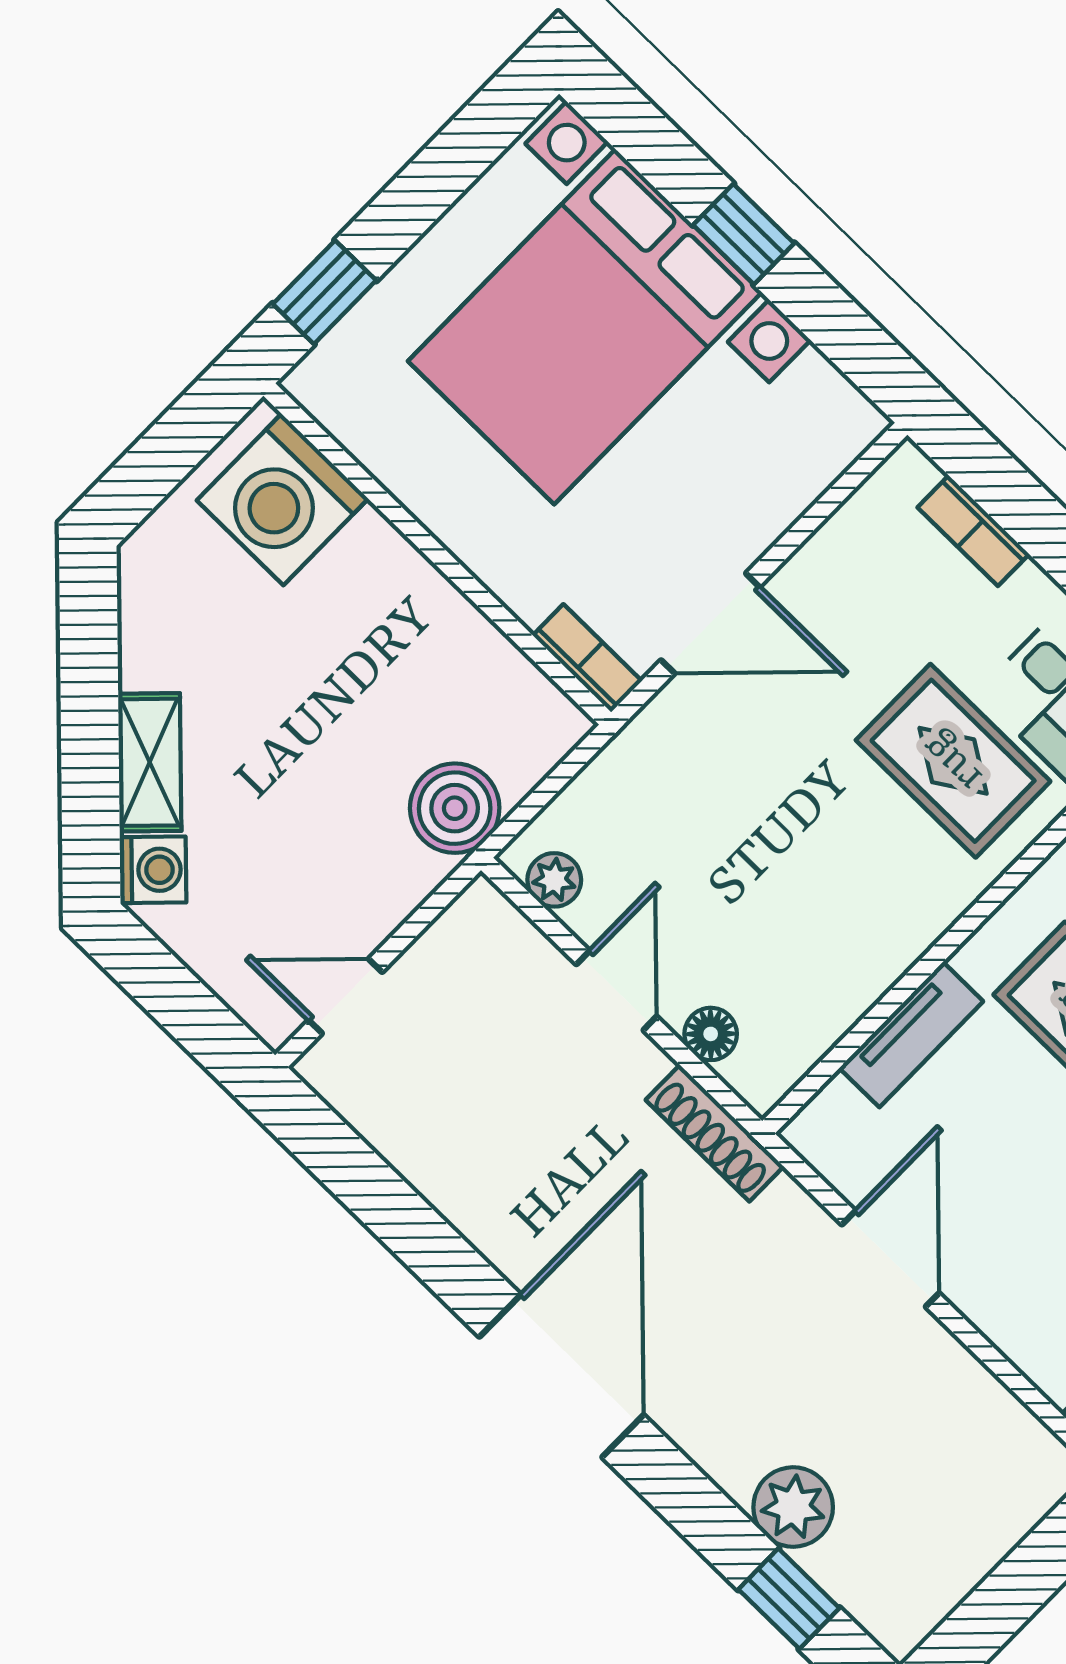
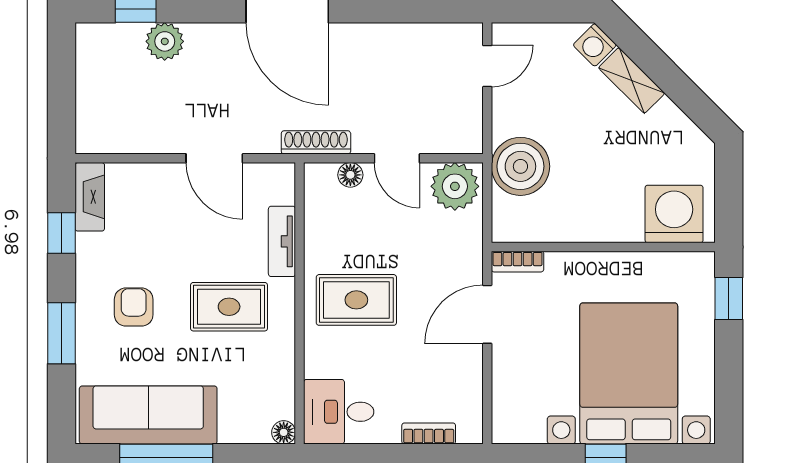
rug: (953, 761) -> (356, 300), moved
boiler: (455, 808) -> (520, 166), width x1.37, depth x1.37
plant: (554, 880) -> (455, 186), width x1.88, depth x1.88

